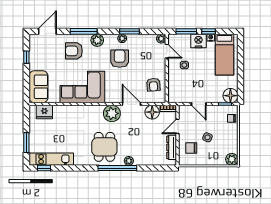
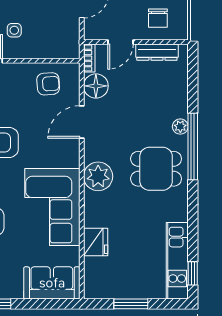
fridge: (44, 112) -> (96, 242), moved
plant: (112, 113) -> (98, 176), moved
door: (178, 126) -> (121, 42), hinge flipped
window: (26, 143) -> (131, 304), moved

